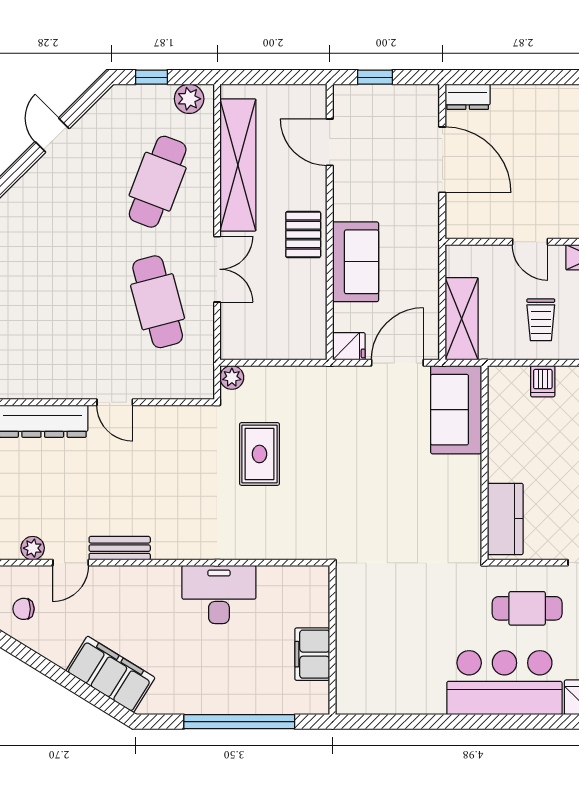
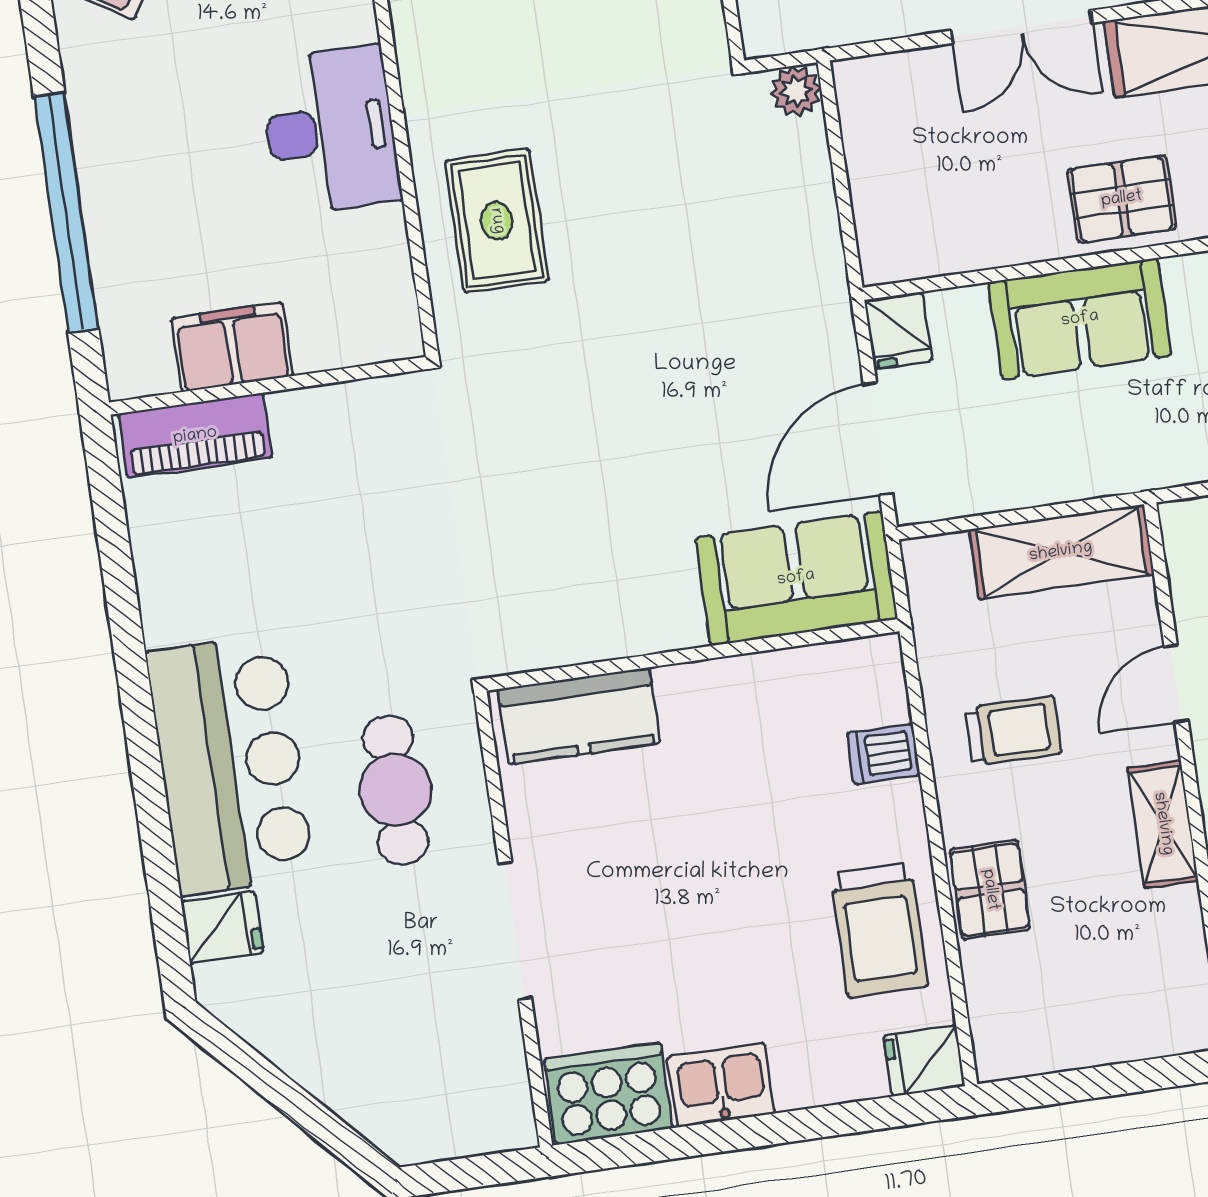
shelving: (462, 319) -> (1061, 552), moved
trolley: (541, 320) -> (1013, 731), turned 180
door: (397, 363) -> (878, 439), swing flipped
rug: (259, 454) -> (497, 221), moved, turned 90
piano: (351, 677) -> (195, 436), added

